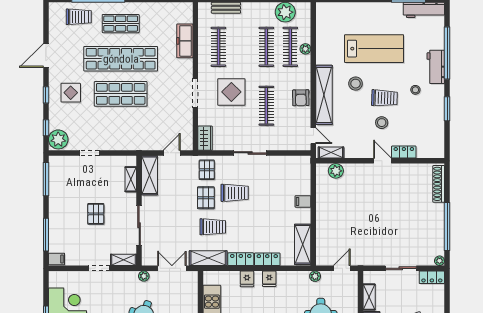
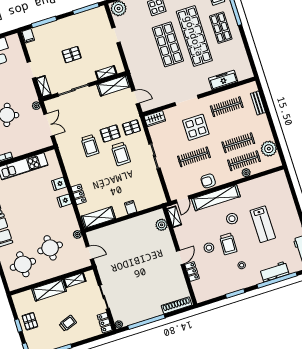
lab bench: (374, 49) -> (263, 224), width x0.73, depth x0.72
workbench: (436, 67) -> (274, 272), moved
shelving: (208, 258) -> (65, 150), removed
locker: (241, 259) -> (72, 175), removed

